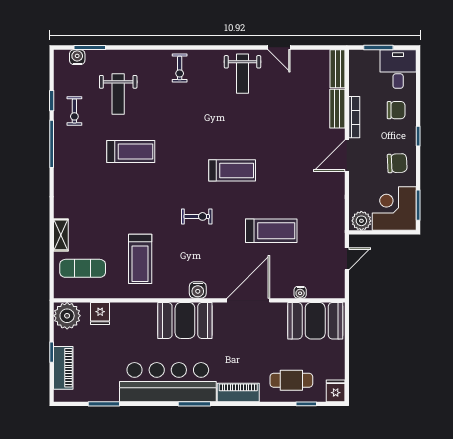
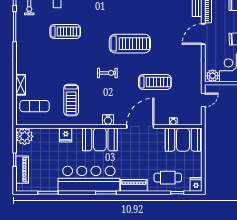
treadmill: (232, 170) -> (130, 44), width x1.37, depth x1.38
fridge: (100, 314) -> (66, 135), moved

